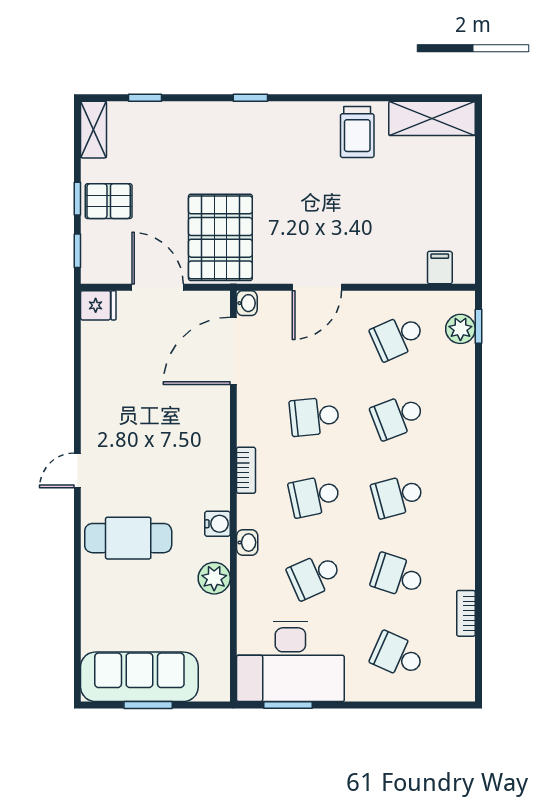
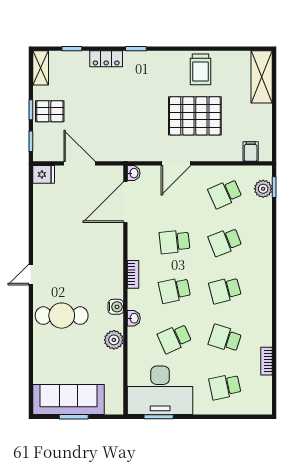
locker: (202, 115) -> (106, 59), added
shelving: (432, 118) -> (262, 77), moved, turned 90
pallet: (220, 237) -> (195, 116), moved, turned 90
school desk: (398, 655) -> (225, 387), turned -36

